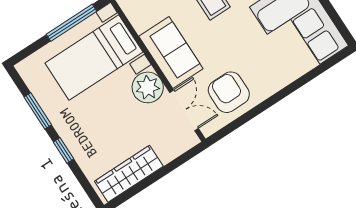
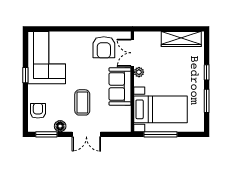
plant: (148, 87) -> (139, 72), width x0.53, depth x0.53

